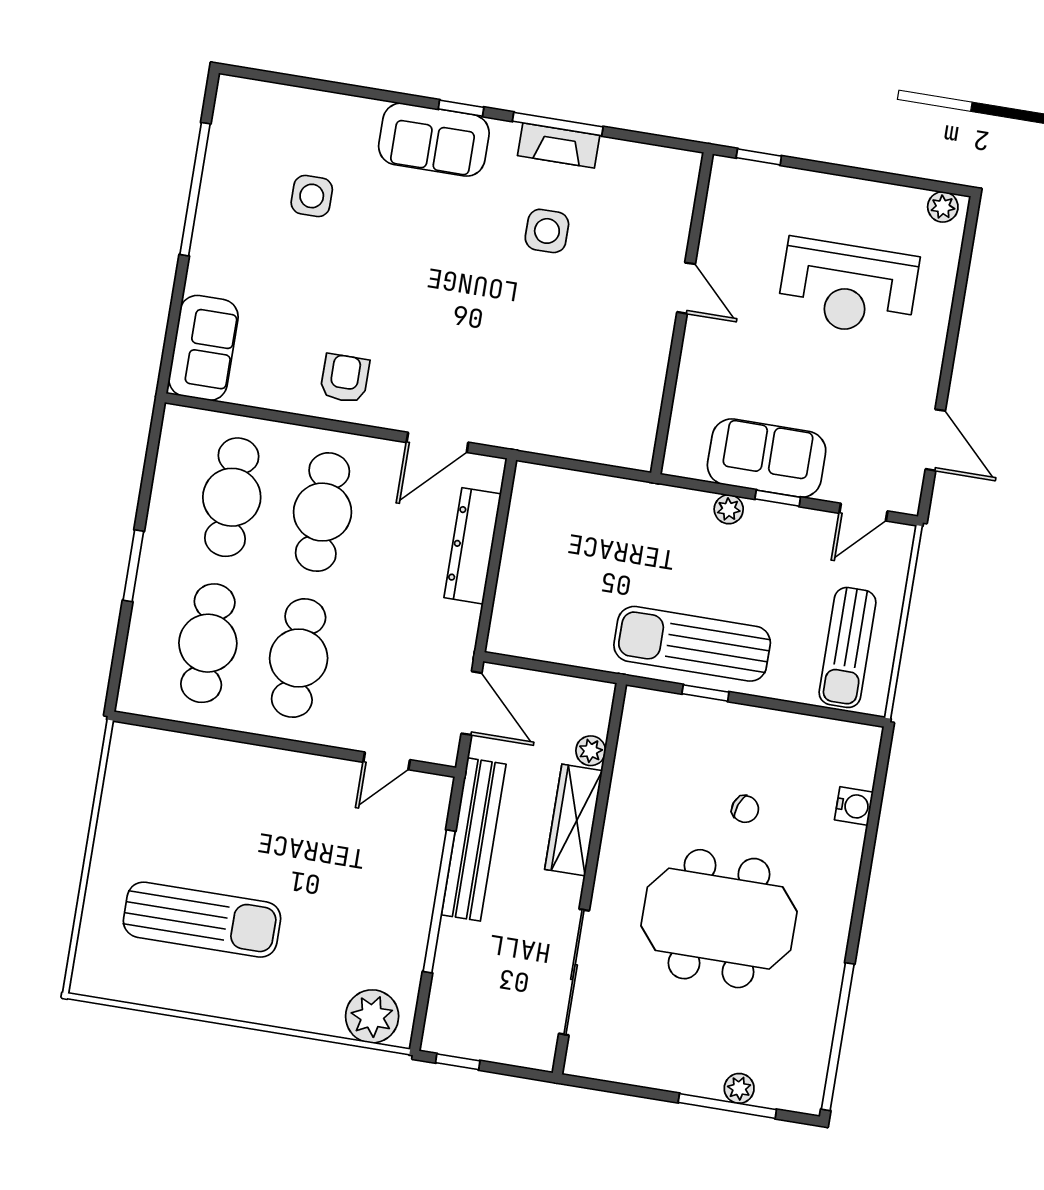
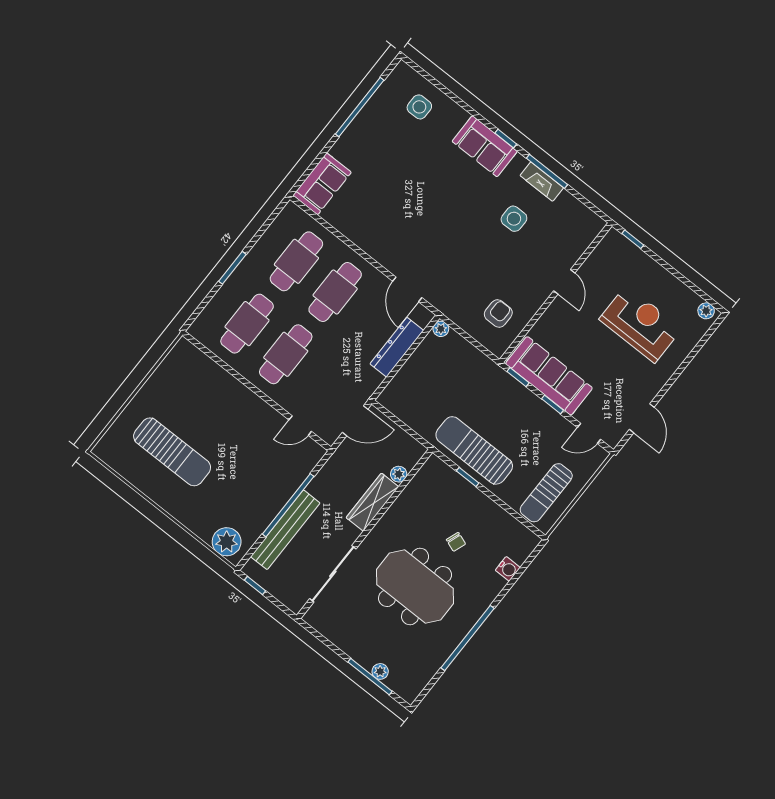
side table: (312, 196) -> (419, 107), moved
reception desk: (848, 288) -> (641, 324), turned 180
armchair: (345, 378) -> (498, 313), moved
door: (437, 442) -> (407, 289), hinge flipped
sofa: (767, 458) -> (549, 376), width x1.36
window: (697, 485) -> (518, 377), added
plant: (729, 509) -> (441, 329), moved
door: (472, 703) -> (355, 421), hinge flipped
bench: (474, 839) -> (285, 530), moved
window: (838, 1037) -> (468, 638), moved

